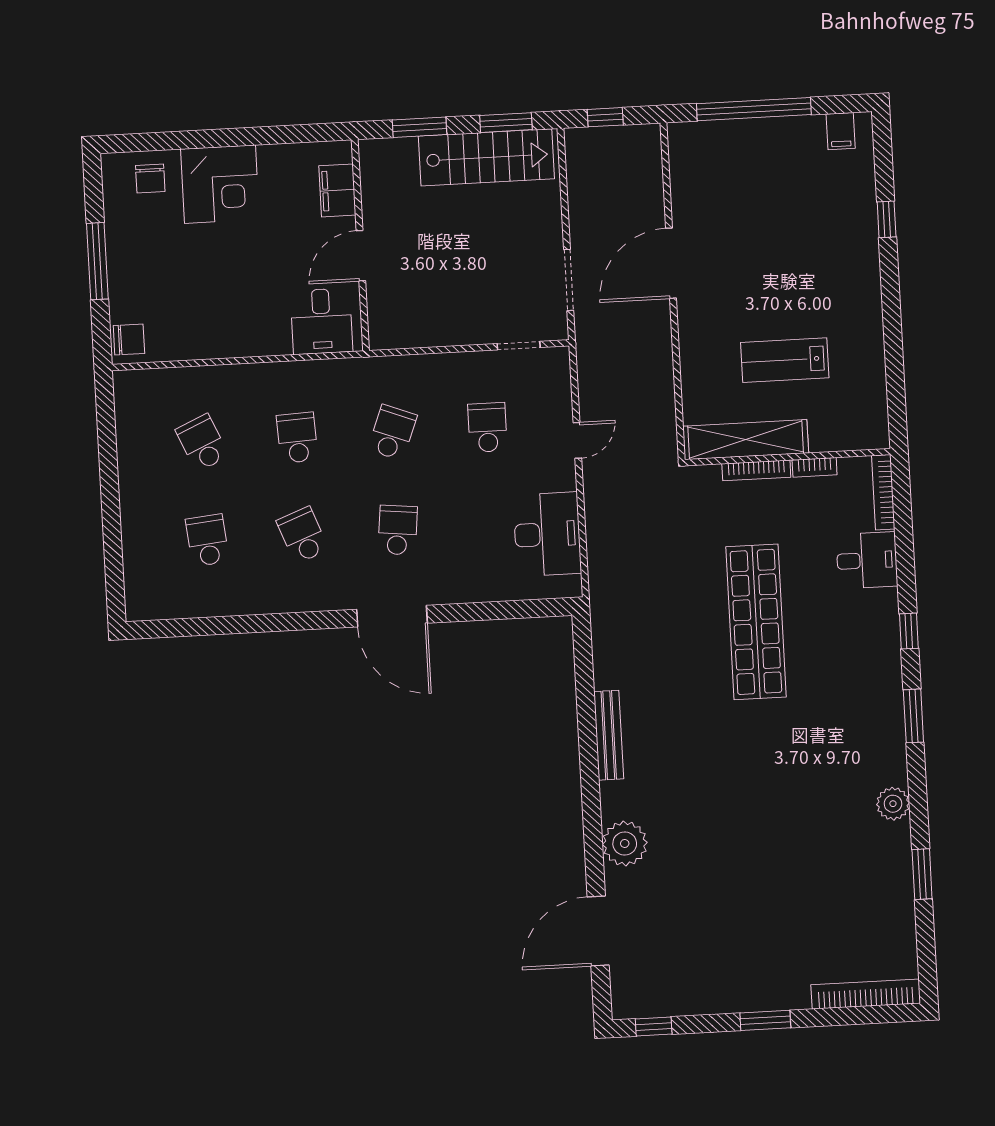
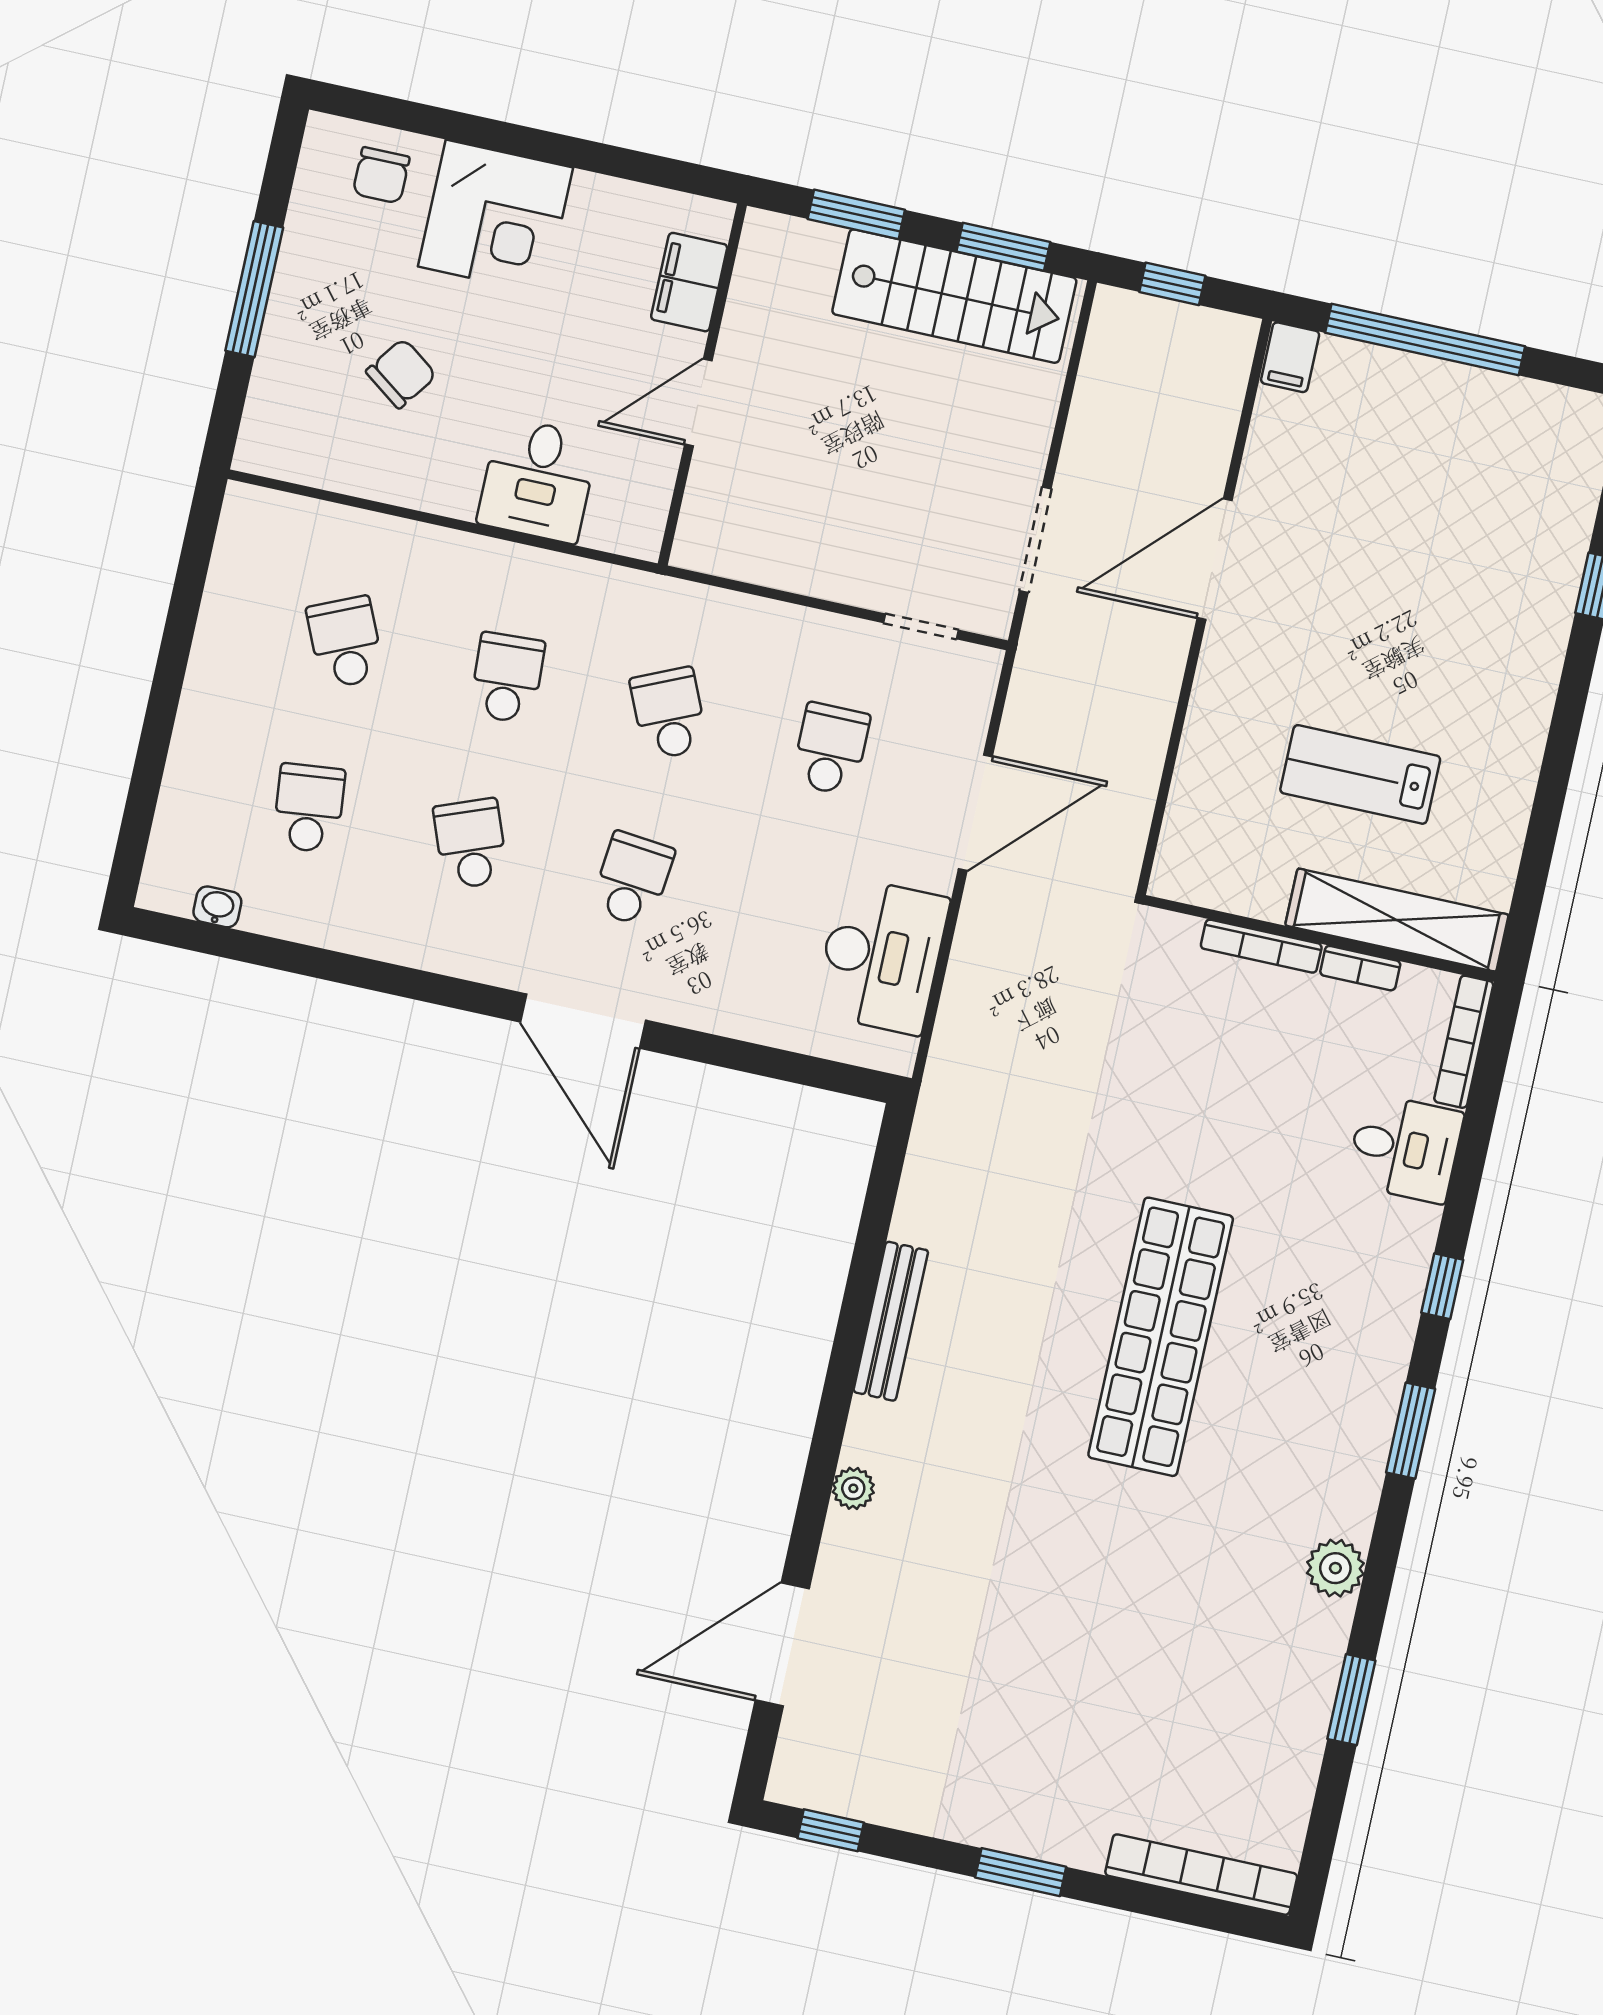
filing cabinet: (841, 131) -> (1290, 357), moved
desk: (322, 321) -> (538, 480), moved
chair: (129, 339) -> (401, 373), moved, turned -54
school desk: (392, 433) -> (669, 713), turned -45
door: (577, 440) -> (975, 813), width x1.87
shelving: (746, 440) -> (1397, 920), moved
washbasin: (172, 609) -> (217, 907), added
shop shelf: (756, 622) -> (1161, 1337), moved
plant: (625, 844) -> (853, 1488), width x0.53, depth x0.53

